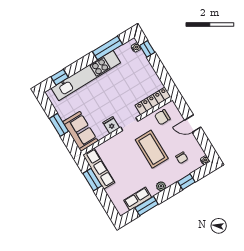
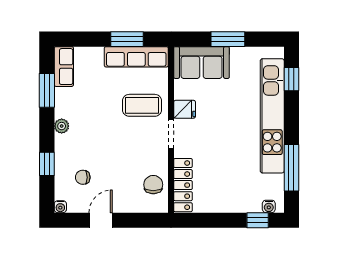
door: (193, 124) -> (101, 220), moved
coffee table: (152, 149) -> (142, 105), moved, width x0.73, depth x0.76
row of seats: (138, 199) -> (64, 67), moved

